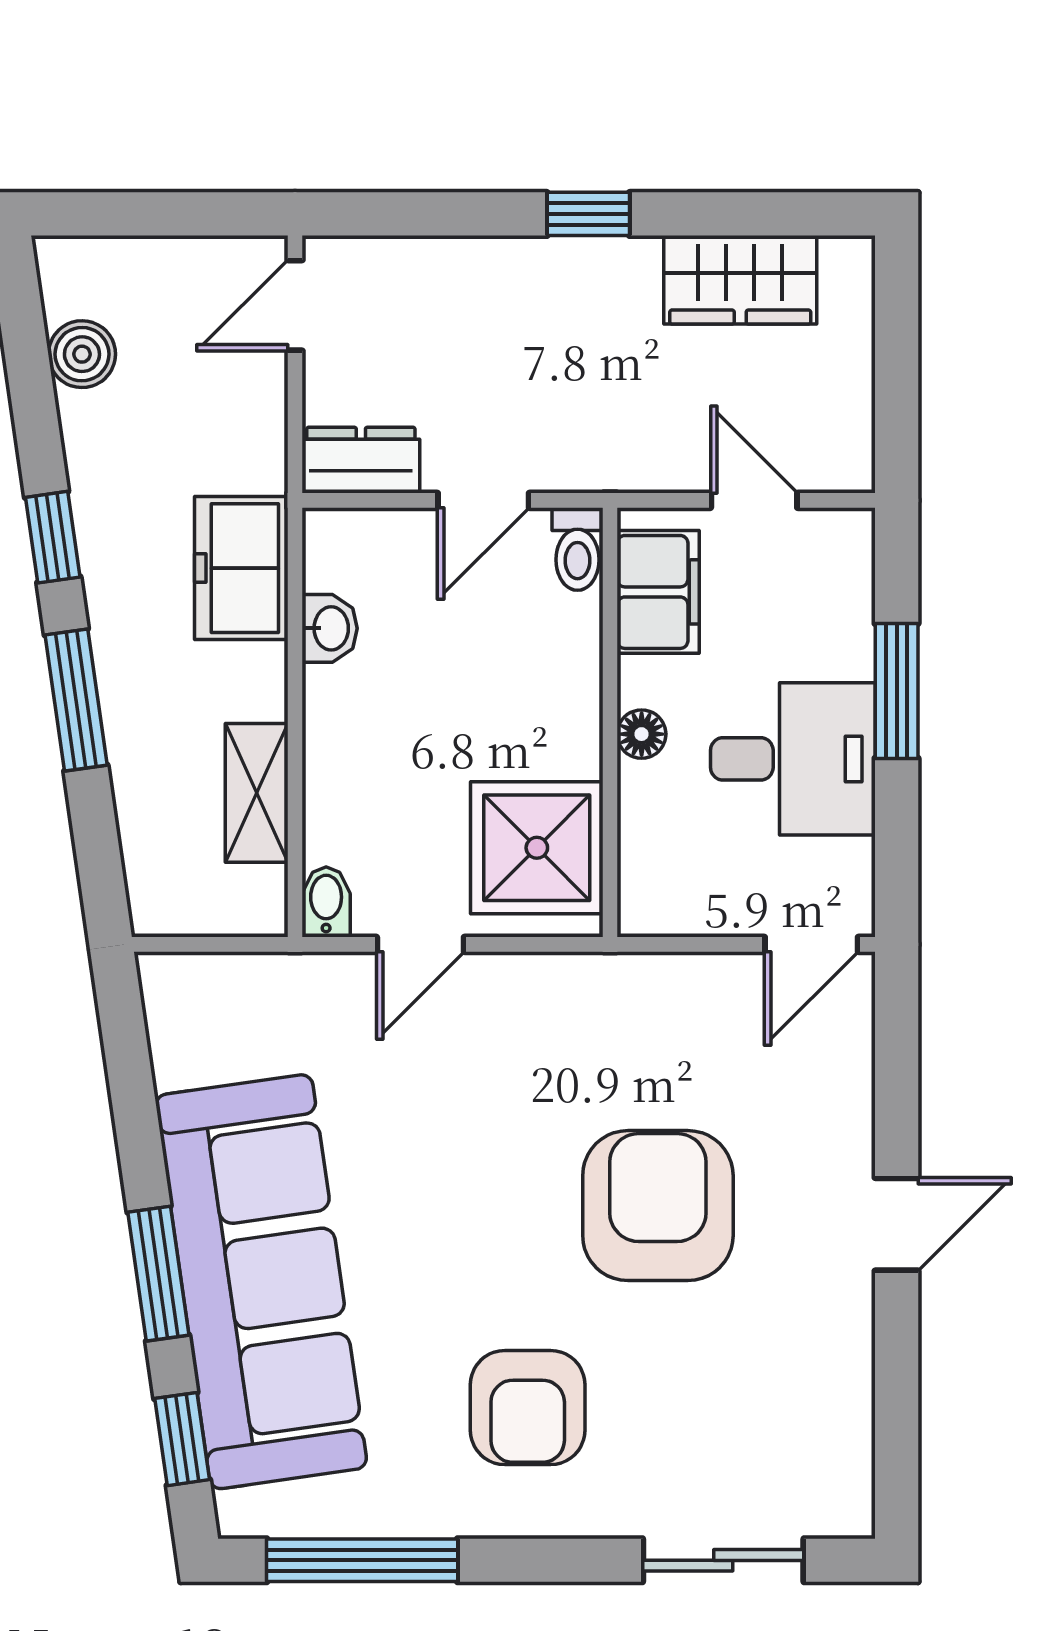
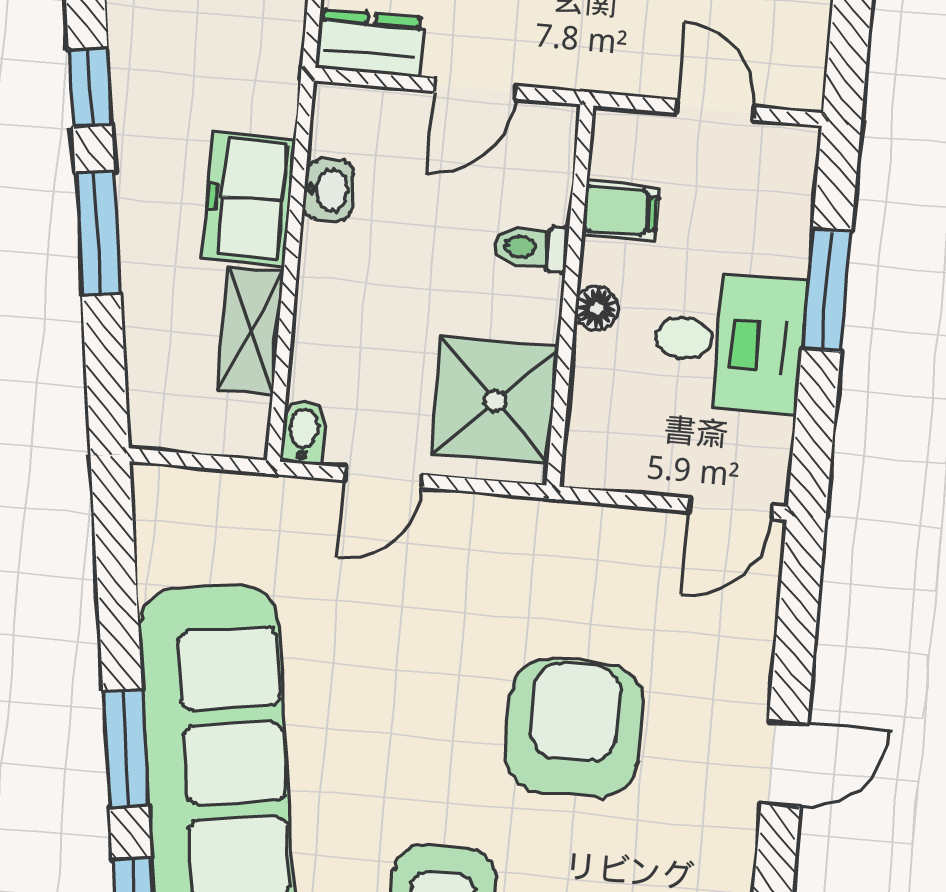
toilet: (577, 549) -> (531, 247), moved, turned 90
freezer: (241, 568) -> (249, 198), moved
filing cabinet: (658, 592) -> (621, 211), width x0.50

